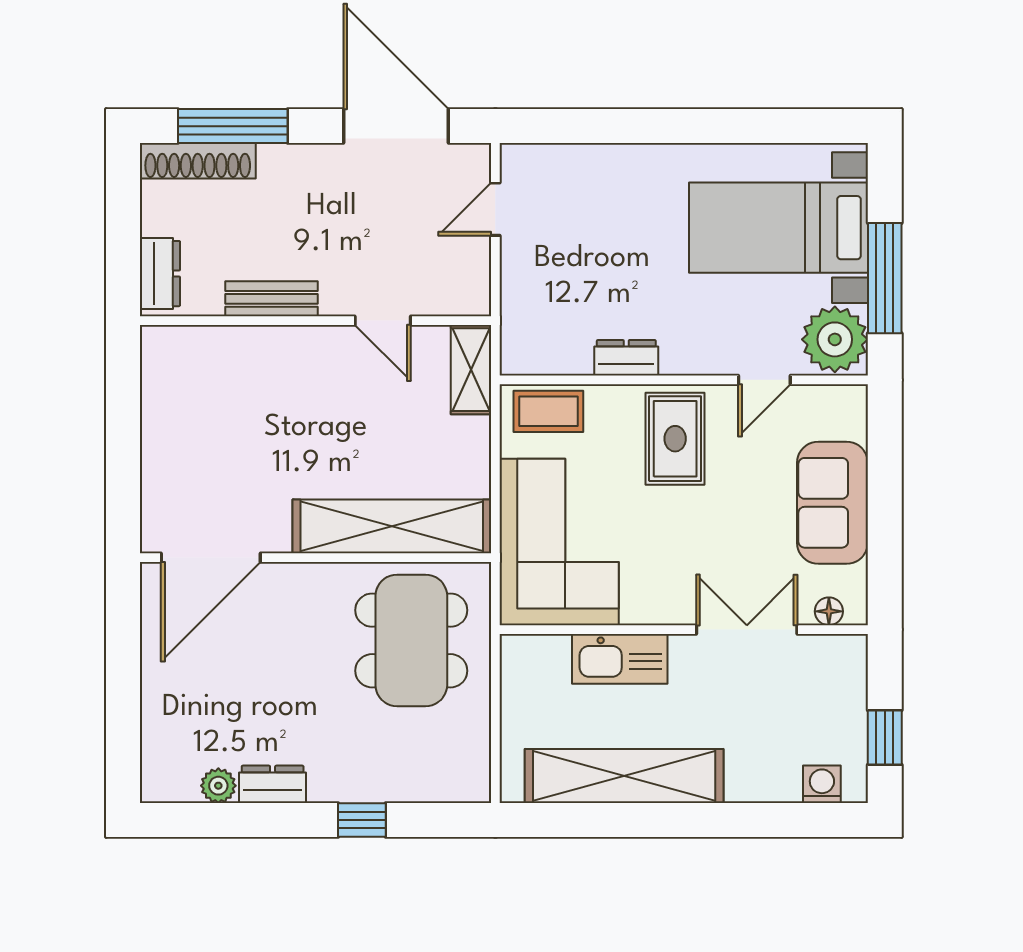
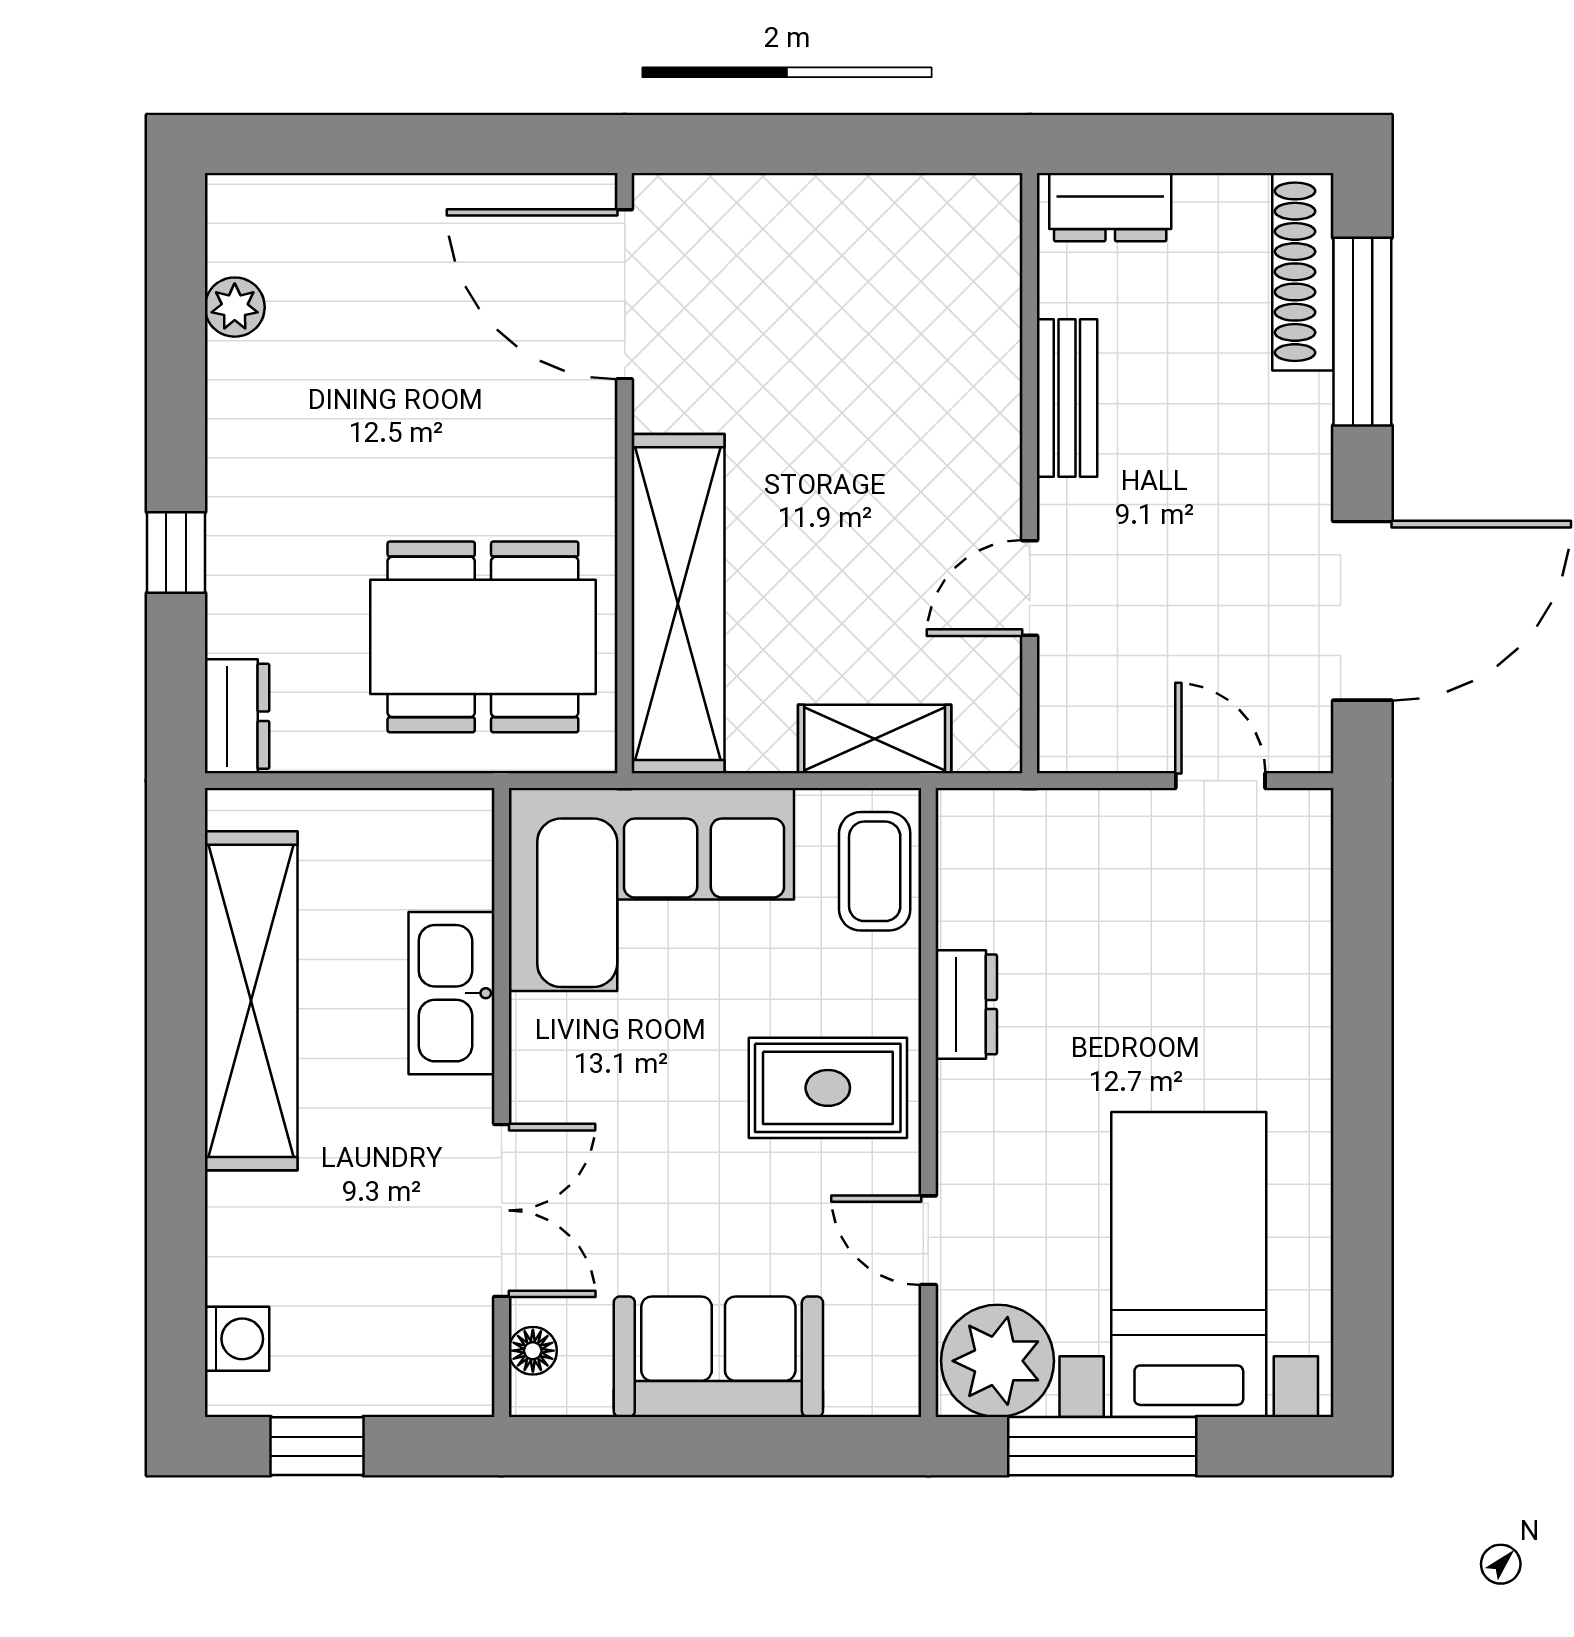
shelving: (471, 370) -> (875, 739), moved
dresser: (273, 784) -> (237, 716), moved

